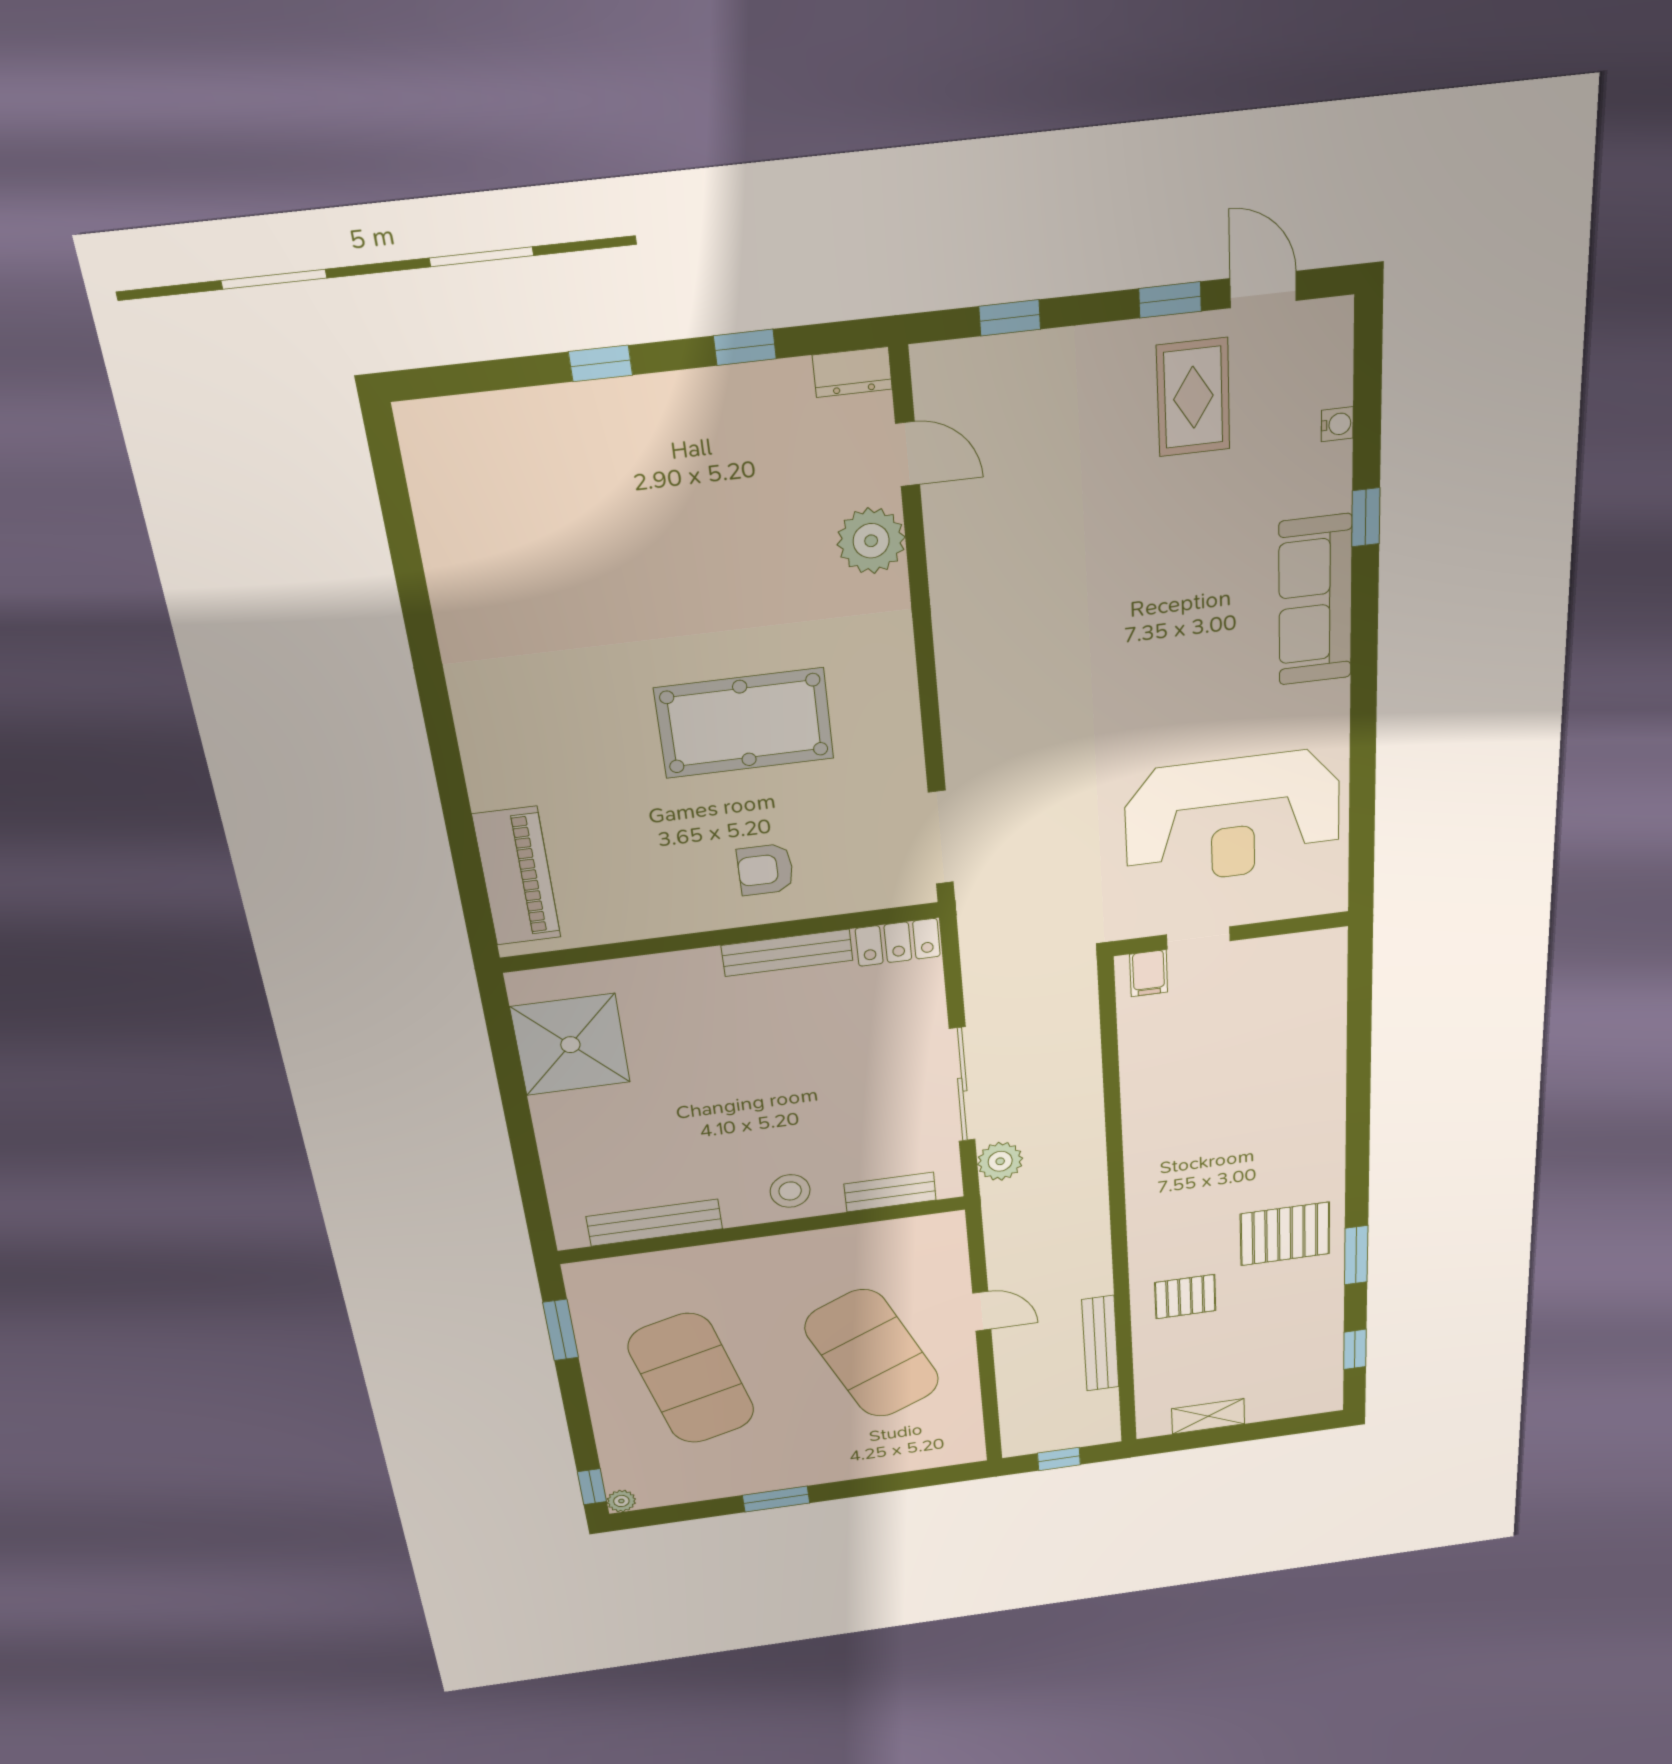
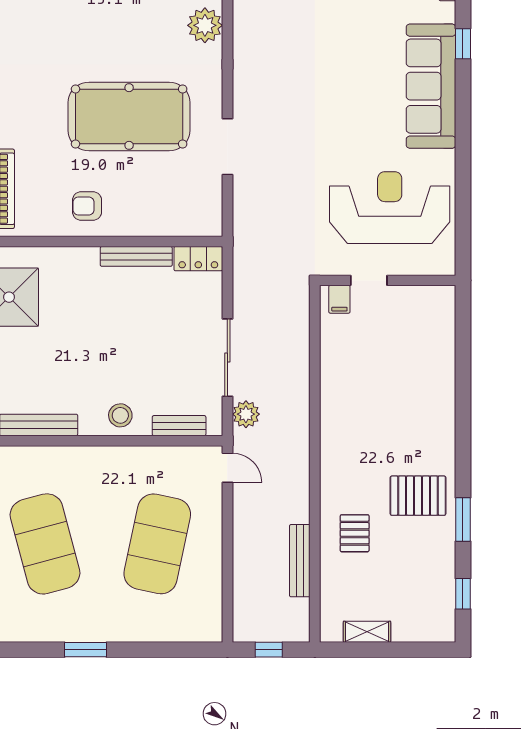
sofa: (1315, 600) -> (431, 86), width x1.36, depth x1.27
pool table: (744, 723) -> (129, 116), width x1.36, depth x1.32
reception desk: (1233, 818) -> (390, 208), turned 180
doorway: (941, 837) -> (227, 147), moved
armchair: (765, 870) -> (87, 206), moved
pallet: (1185, 1297) -> (355, 533), turned 90
door: (982, 1311) -> (227, 468), moved
exercise mat: (872, 1354) -> (157, 544), turned 36

